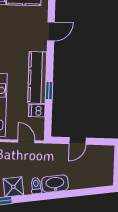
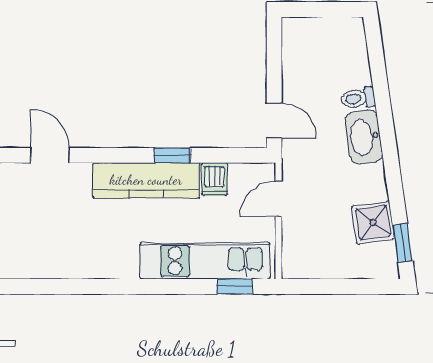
door: (78, 141) -> (274, 121), moved
toilet: (36, 186) -> (358, 98), moved

